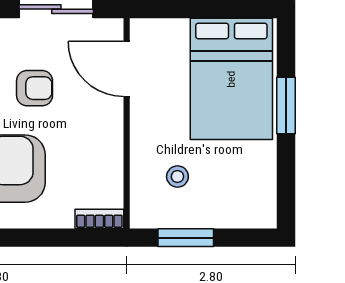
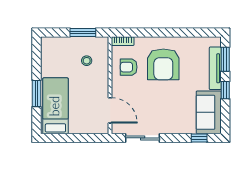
bed: (231, 79) -> (55, 106), width x0.67
armchair: (35, 88) -> (129, 67), moved

